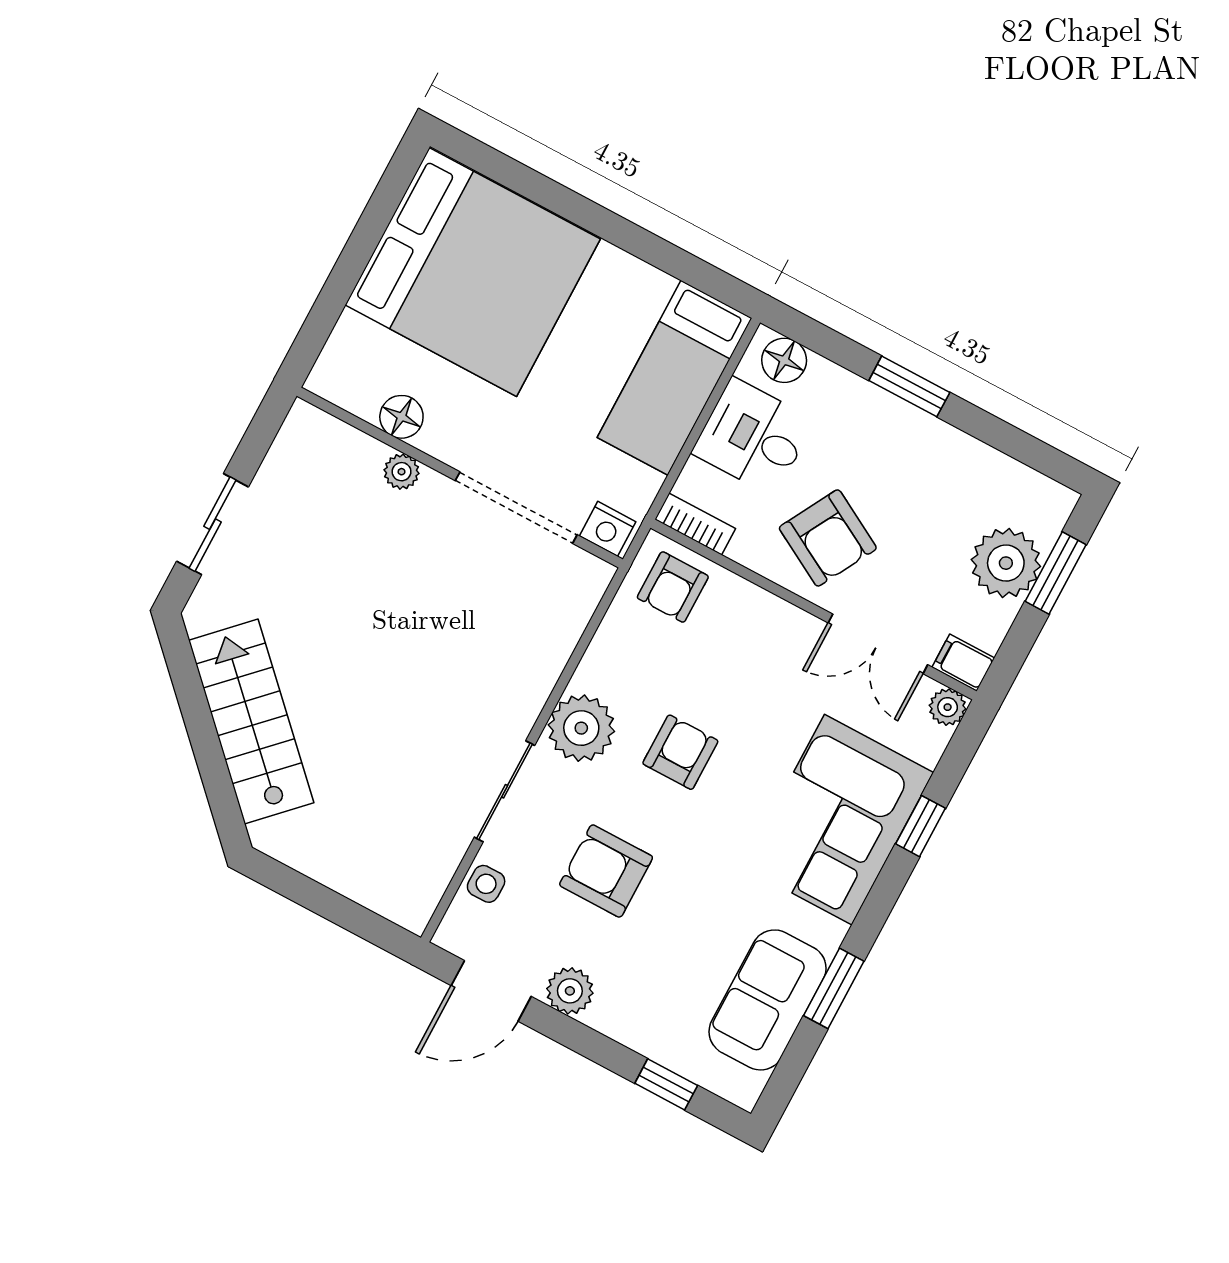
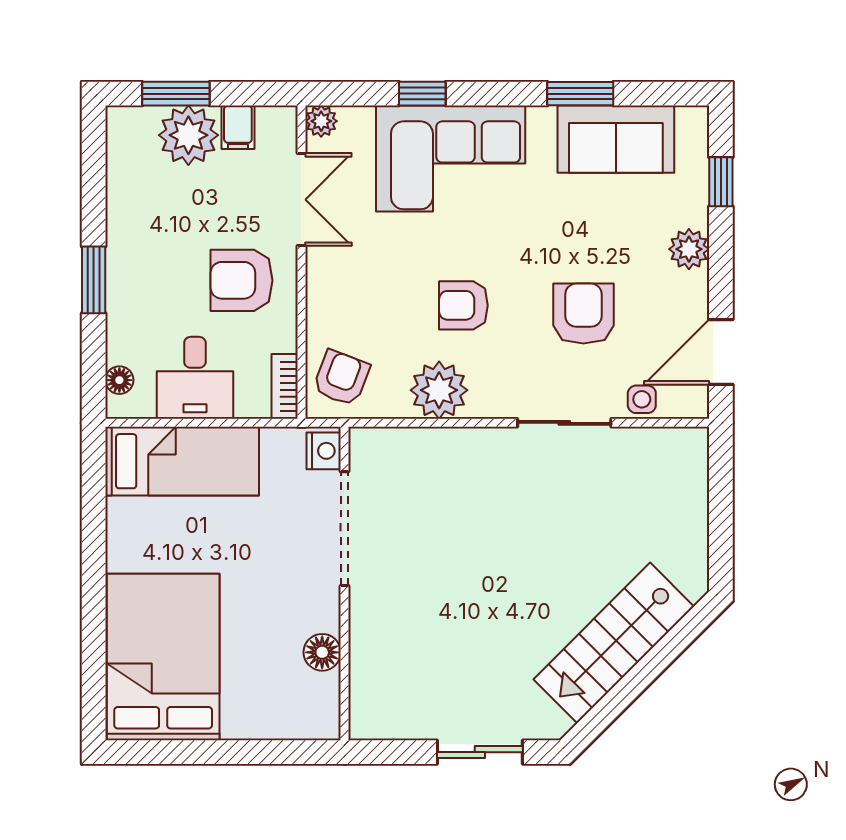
bed: (473, 272) -> (163, 657), width x0.73
floor lamp: (784, 360) -> (119, 380), width x0.73, depth x0.73
plant: (402, 472) -> (364, 630), removed
armchair: (828, 538) -> (242, 280), turned -119
armchair: (673, 587) -> (341, 378), turned -69
filing cabinet: (963, 663) -> (238, 127), moved
plant: (581, 728) -> (439, 390), moved
armchair: (606, 871) -> (583, 314), turned 180
door: (491, 991) -> (721, 352), swing flipped
plant: (570, 991) -> (689, 249), moved

